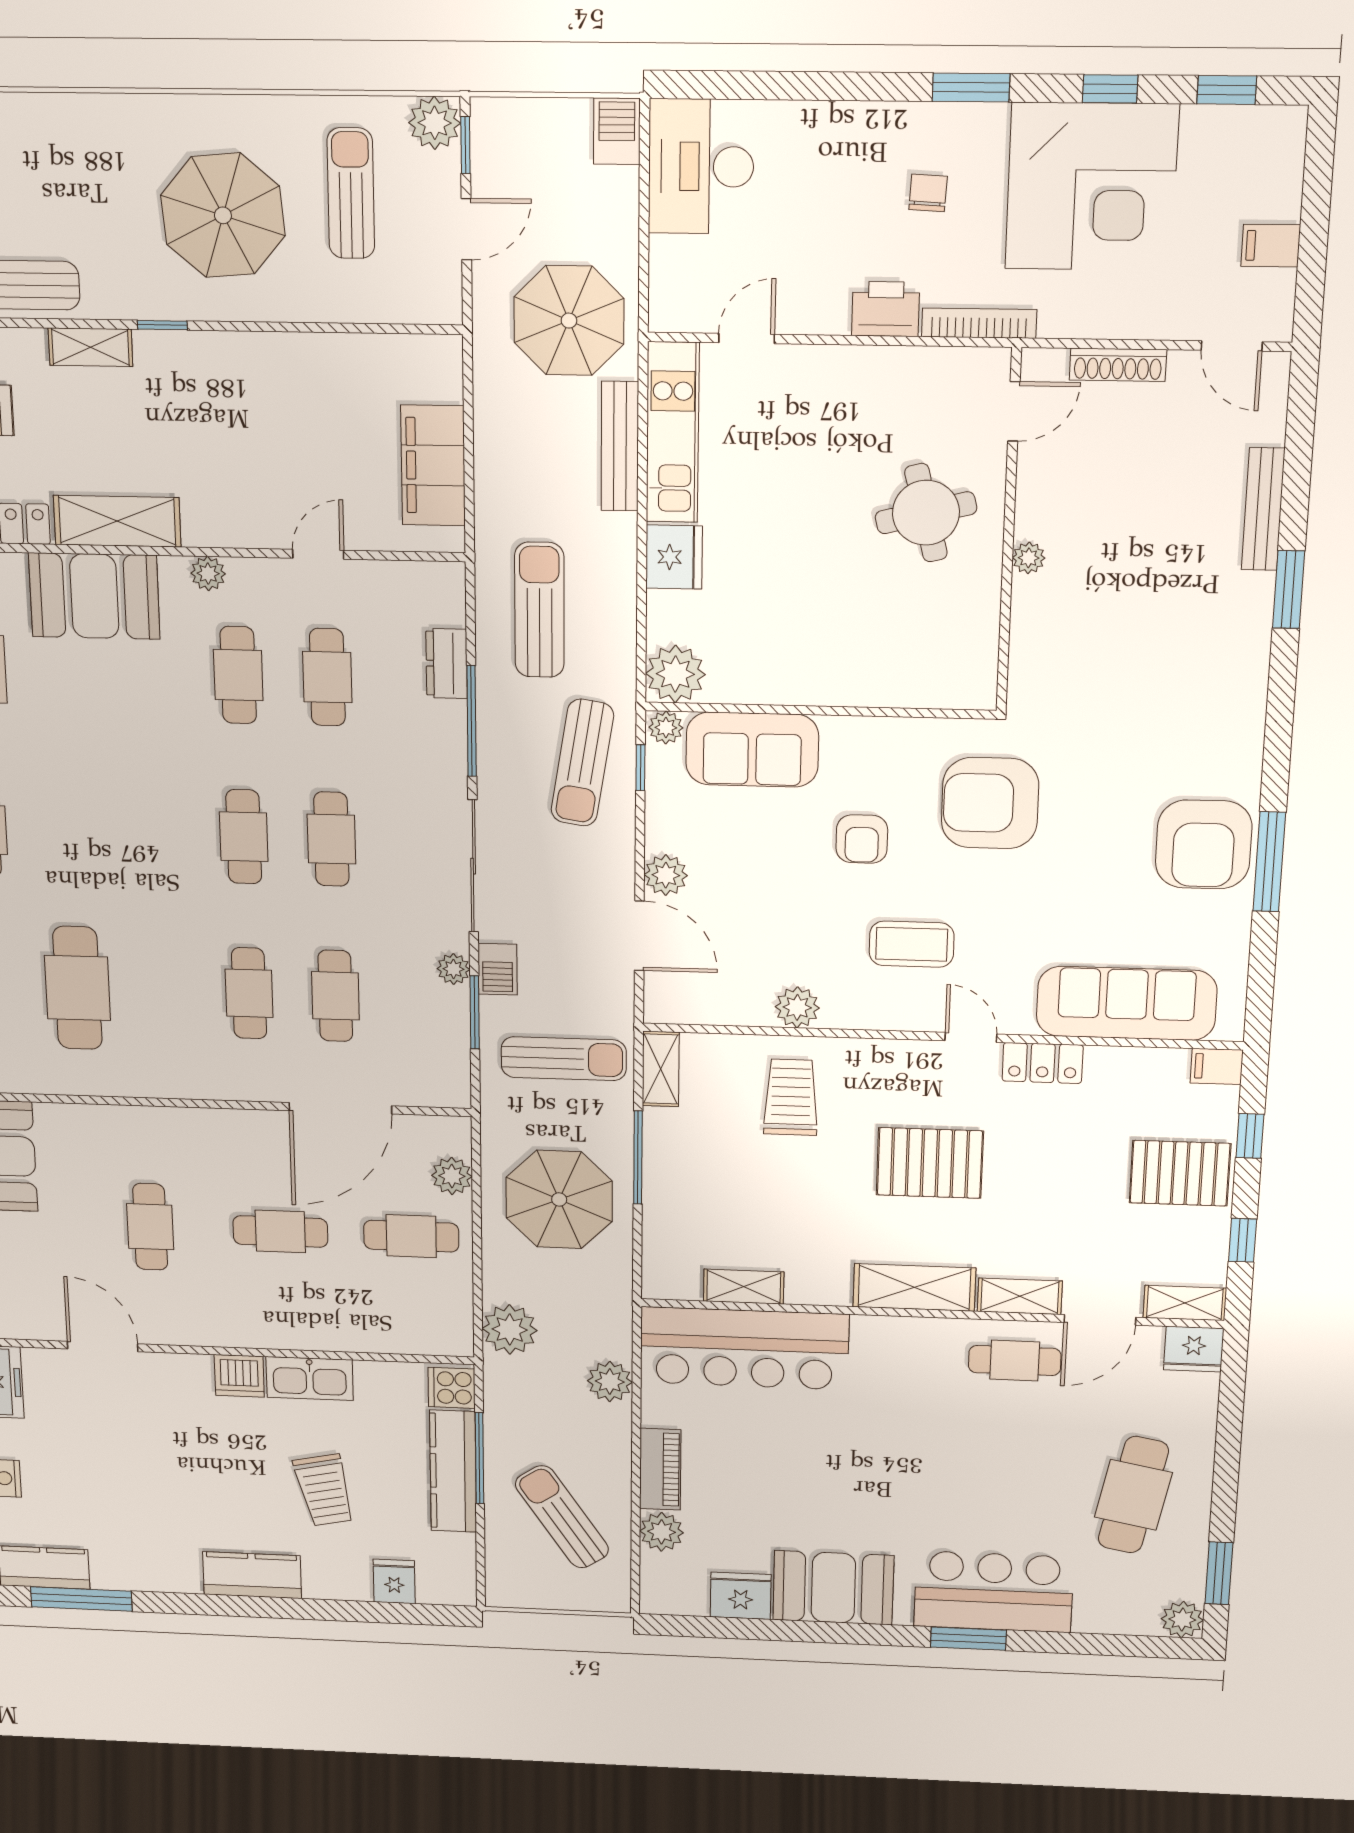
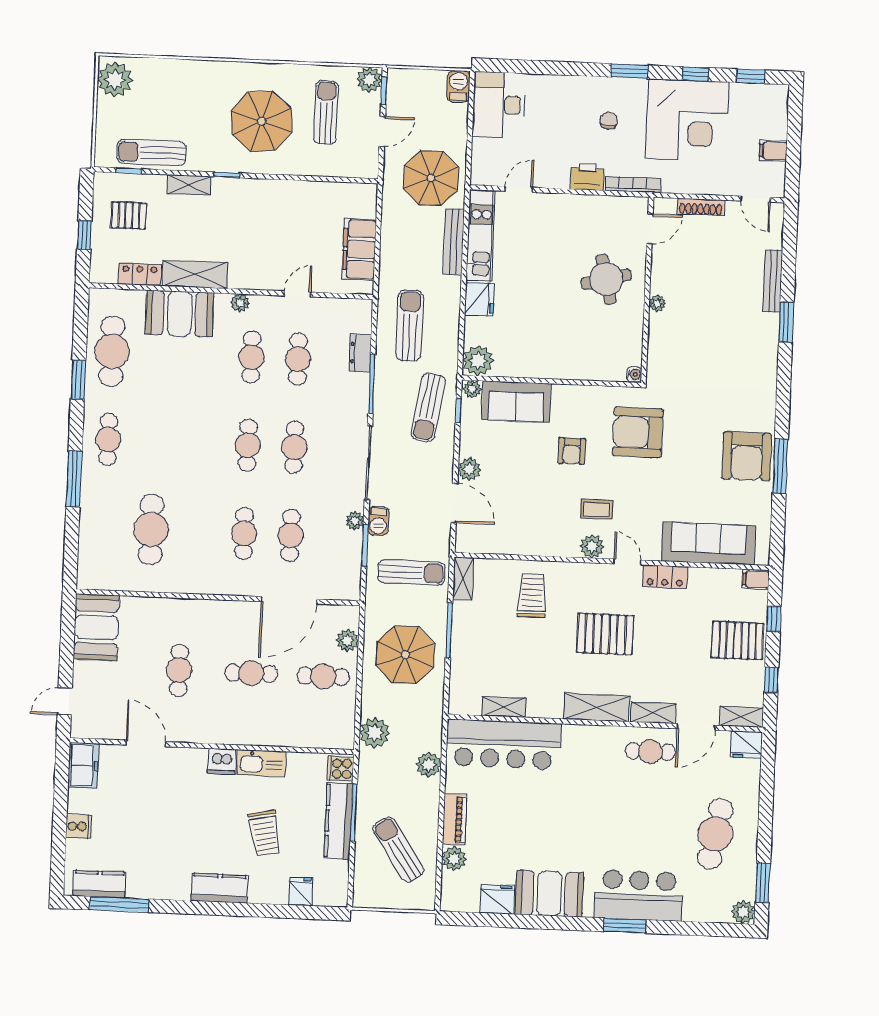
water cooler: (983, 695) -> (634, 374), added
coffee table: (912, 944) -> (597, 509), width x0.73, depth x0.77
plant: (797, 1007) -> (592, 546), moved

